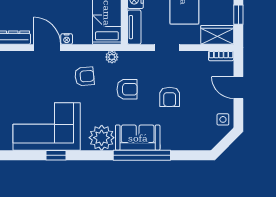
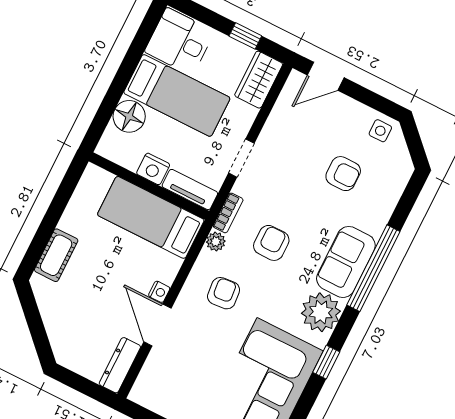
door: (47, 48) -> (157, 325), hinge flipped
bookcase: (221, 56) -> (228, 213), moved
door: (238, 88) -> (326, 76), moved
armchair: (170, 97) -> (343, 174), moved
window: (56, 155) -> (326, 362), moved

